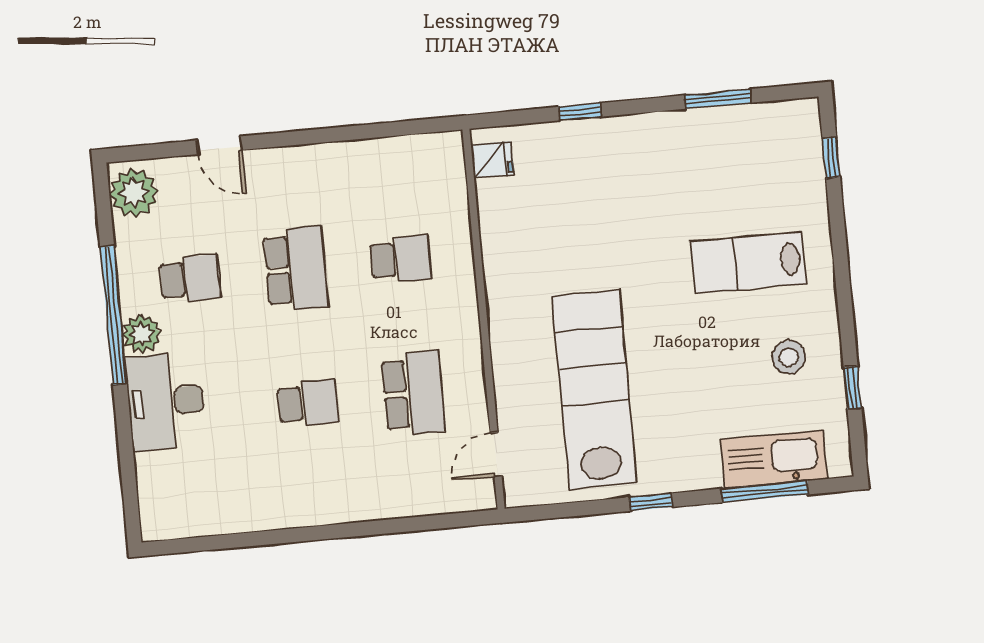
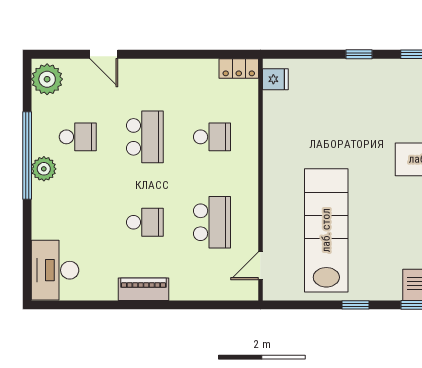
window: (580, 112) -> (359, 54), moved
locker: (433, 148) -> (239, 68), added
desk: (166, 402) -> (55, 270), moved
piano: (316, 509) -> (144, 289), added

